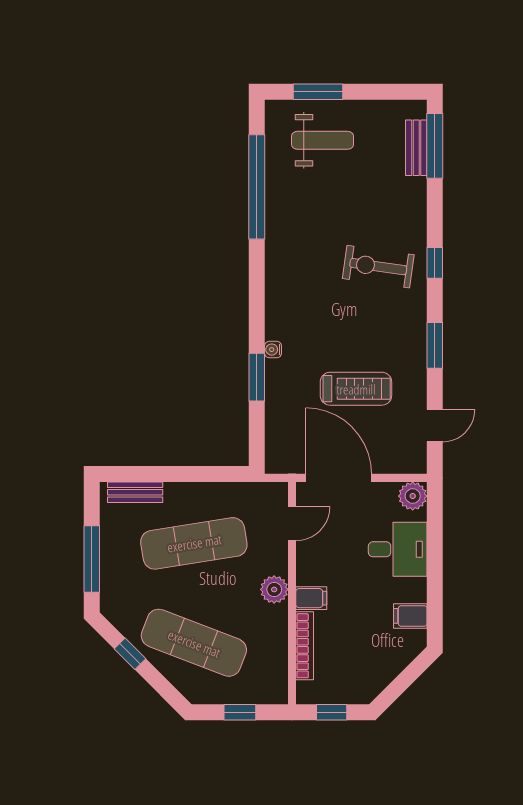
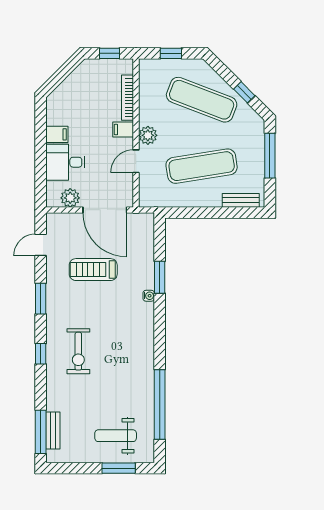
exercise bike: (378, 267) -> (78, 351), turned 82
plant: (413, 496) -> (70, 198), moved
door: (292, 524) -> (136, 161), moved
filing cabinet: (410, 616) -> (57, 134), moved

